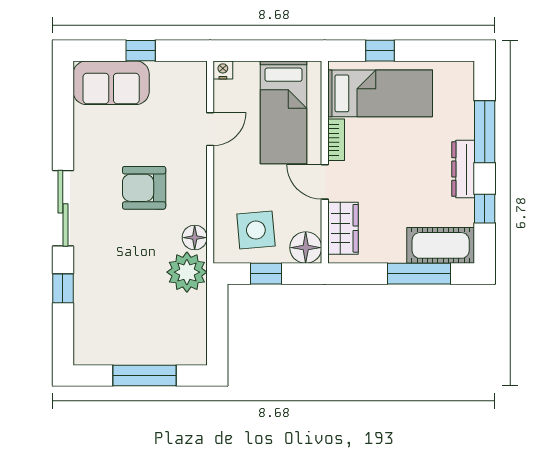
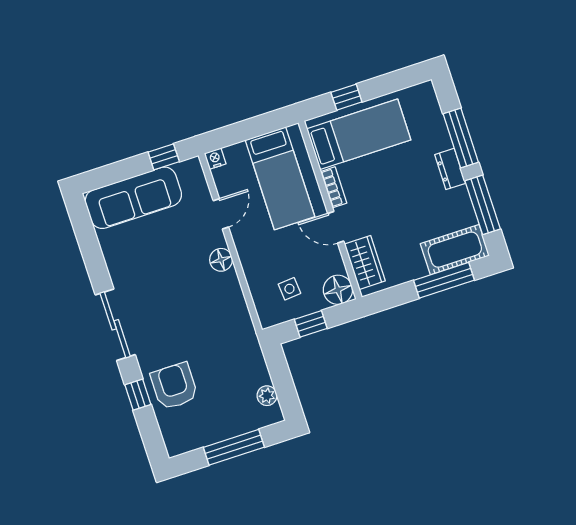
window: (141, 51) -> (164, 157), moved
sofa: (111, 83) -> (133, 198), width x1.36
dresser: (463, 169) -> (450, 169), width x0.70
armchair: (144, 188) -> (174, 386), moved, turned 90
window: (485, 209) -> (483, 205), width x2.17
side table: (256, 230) -> (289, 289), width x0.54, depth x0.54
floor lamp: (195, 238) -> (221, 260), moved
plant: (187, 272) -> (267, 396), moved, width x0.53, depth x0.53

